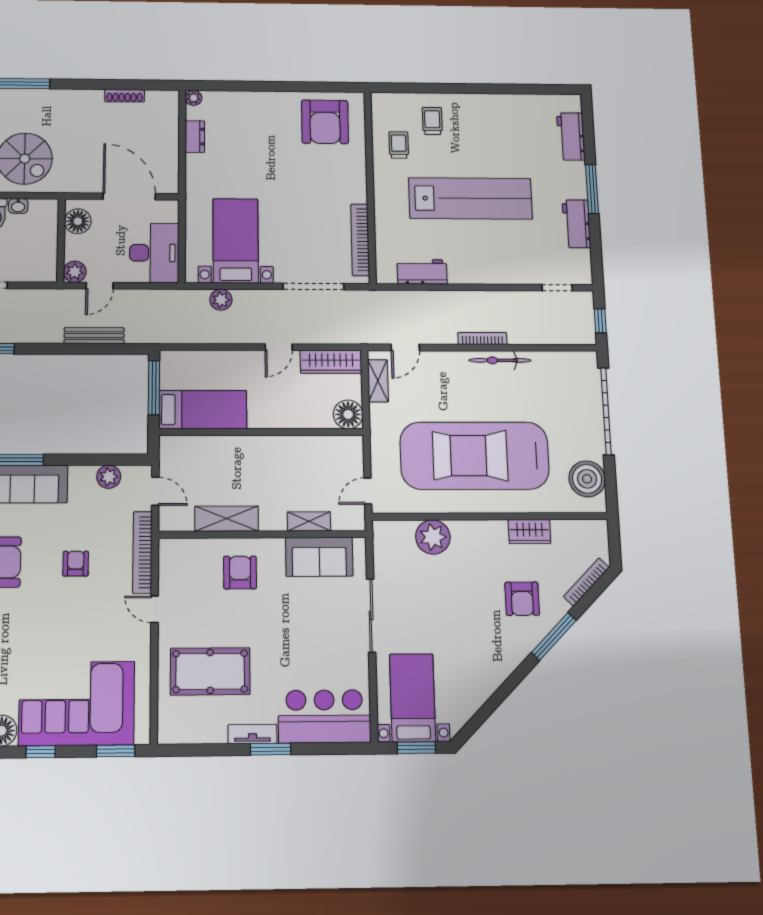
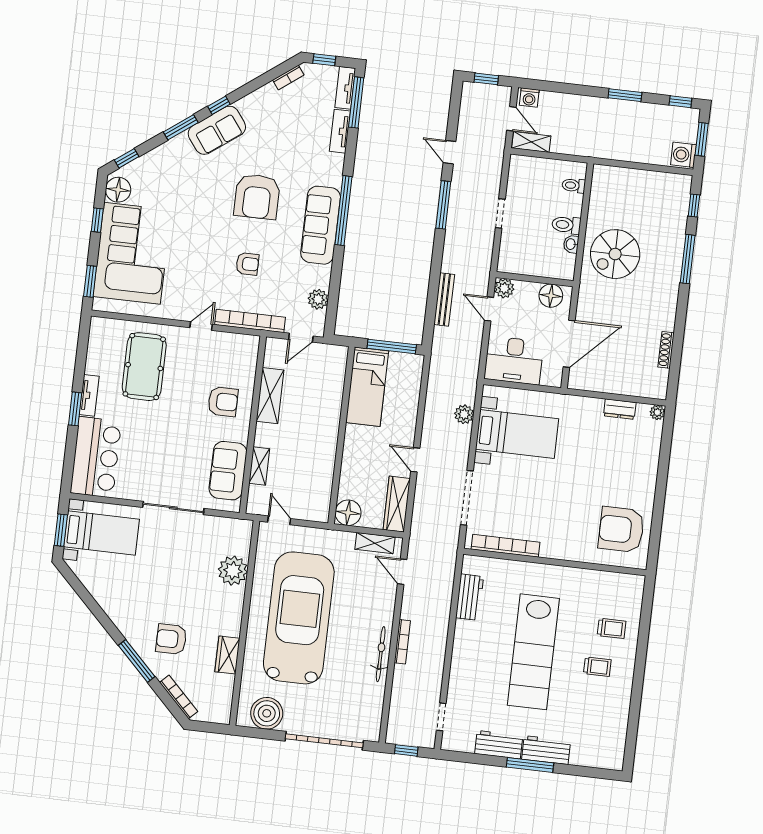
workbench: (571, 136) -> (546, 750), moved
trolley: (399, 145) -> (597, 667), moved

